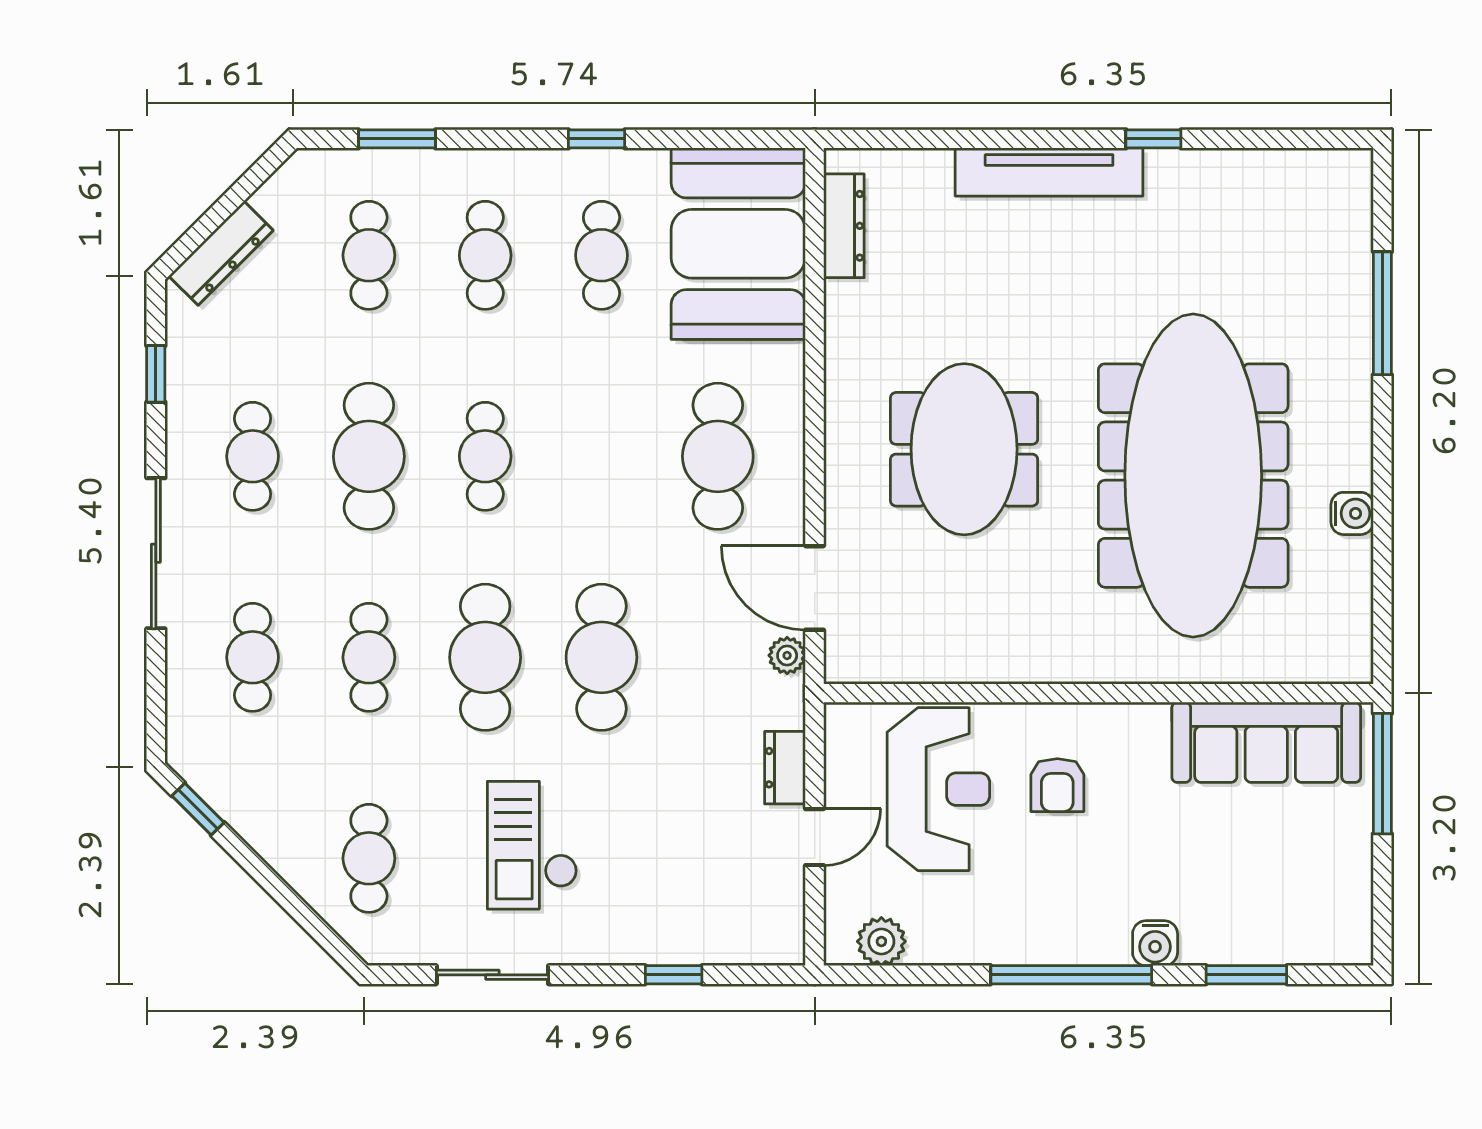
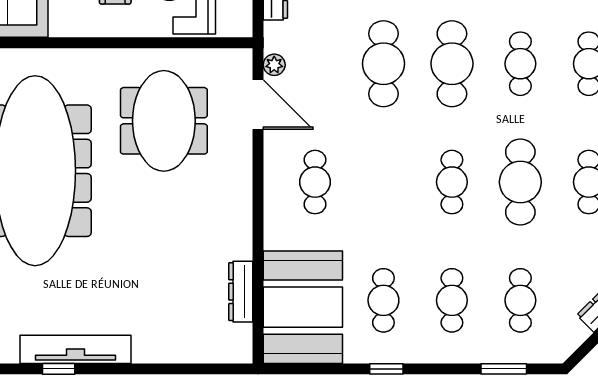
tv unit: (1049, 172) -> (76, 349), moved
dresser: (844, 226) -> (241, 292), moved
meeting table: (964, 449) -> (164, 121), moved
cafe table: (718, 456) -> (315, 182), width x0.73, depth x0.74

